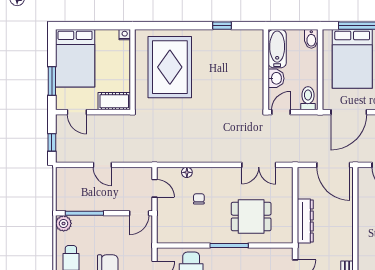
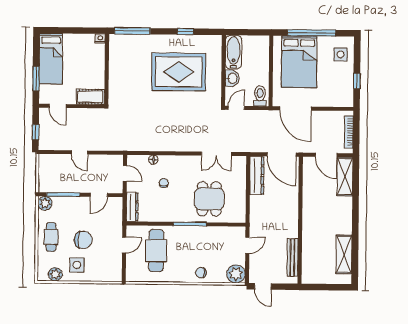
window: (161, 26) -> (132, 31), added
bidet: (311, 39) -> (263, 44), removed
bed: (75, 58) -> (51, 59), width x0.67
rug: (170, 67) -> (179, 72), moved, turned 90
door: (349, 112) -> (296, 108), hinge flipped
door: (139, 213) -> (99, 195), moved
dining table: (251, 217) -> (209, 199), turned 90
dresser: (305, 221) -> (257, 176), moved
dresser: (163, 226) -> (132, 207), added

